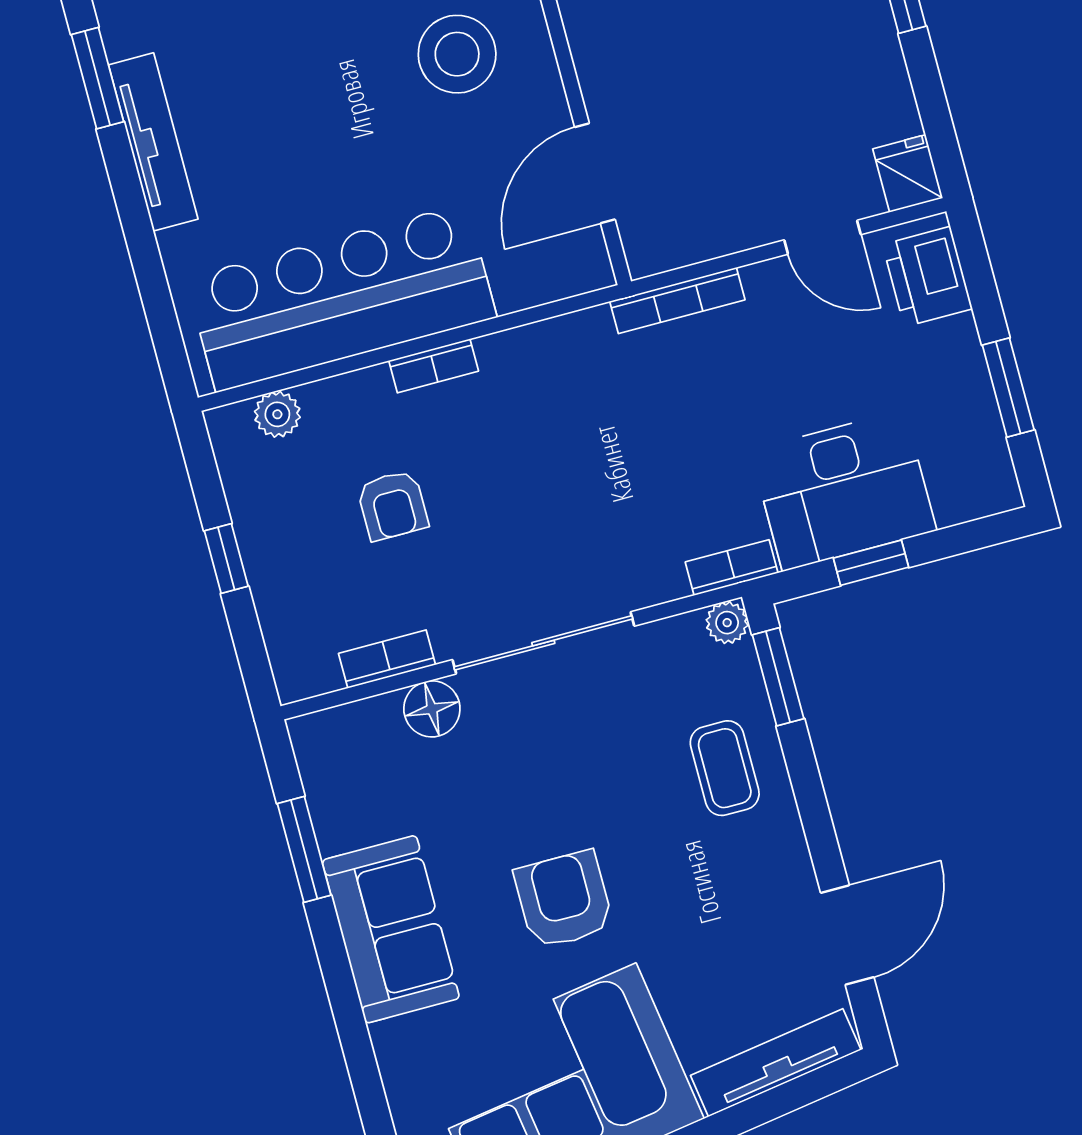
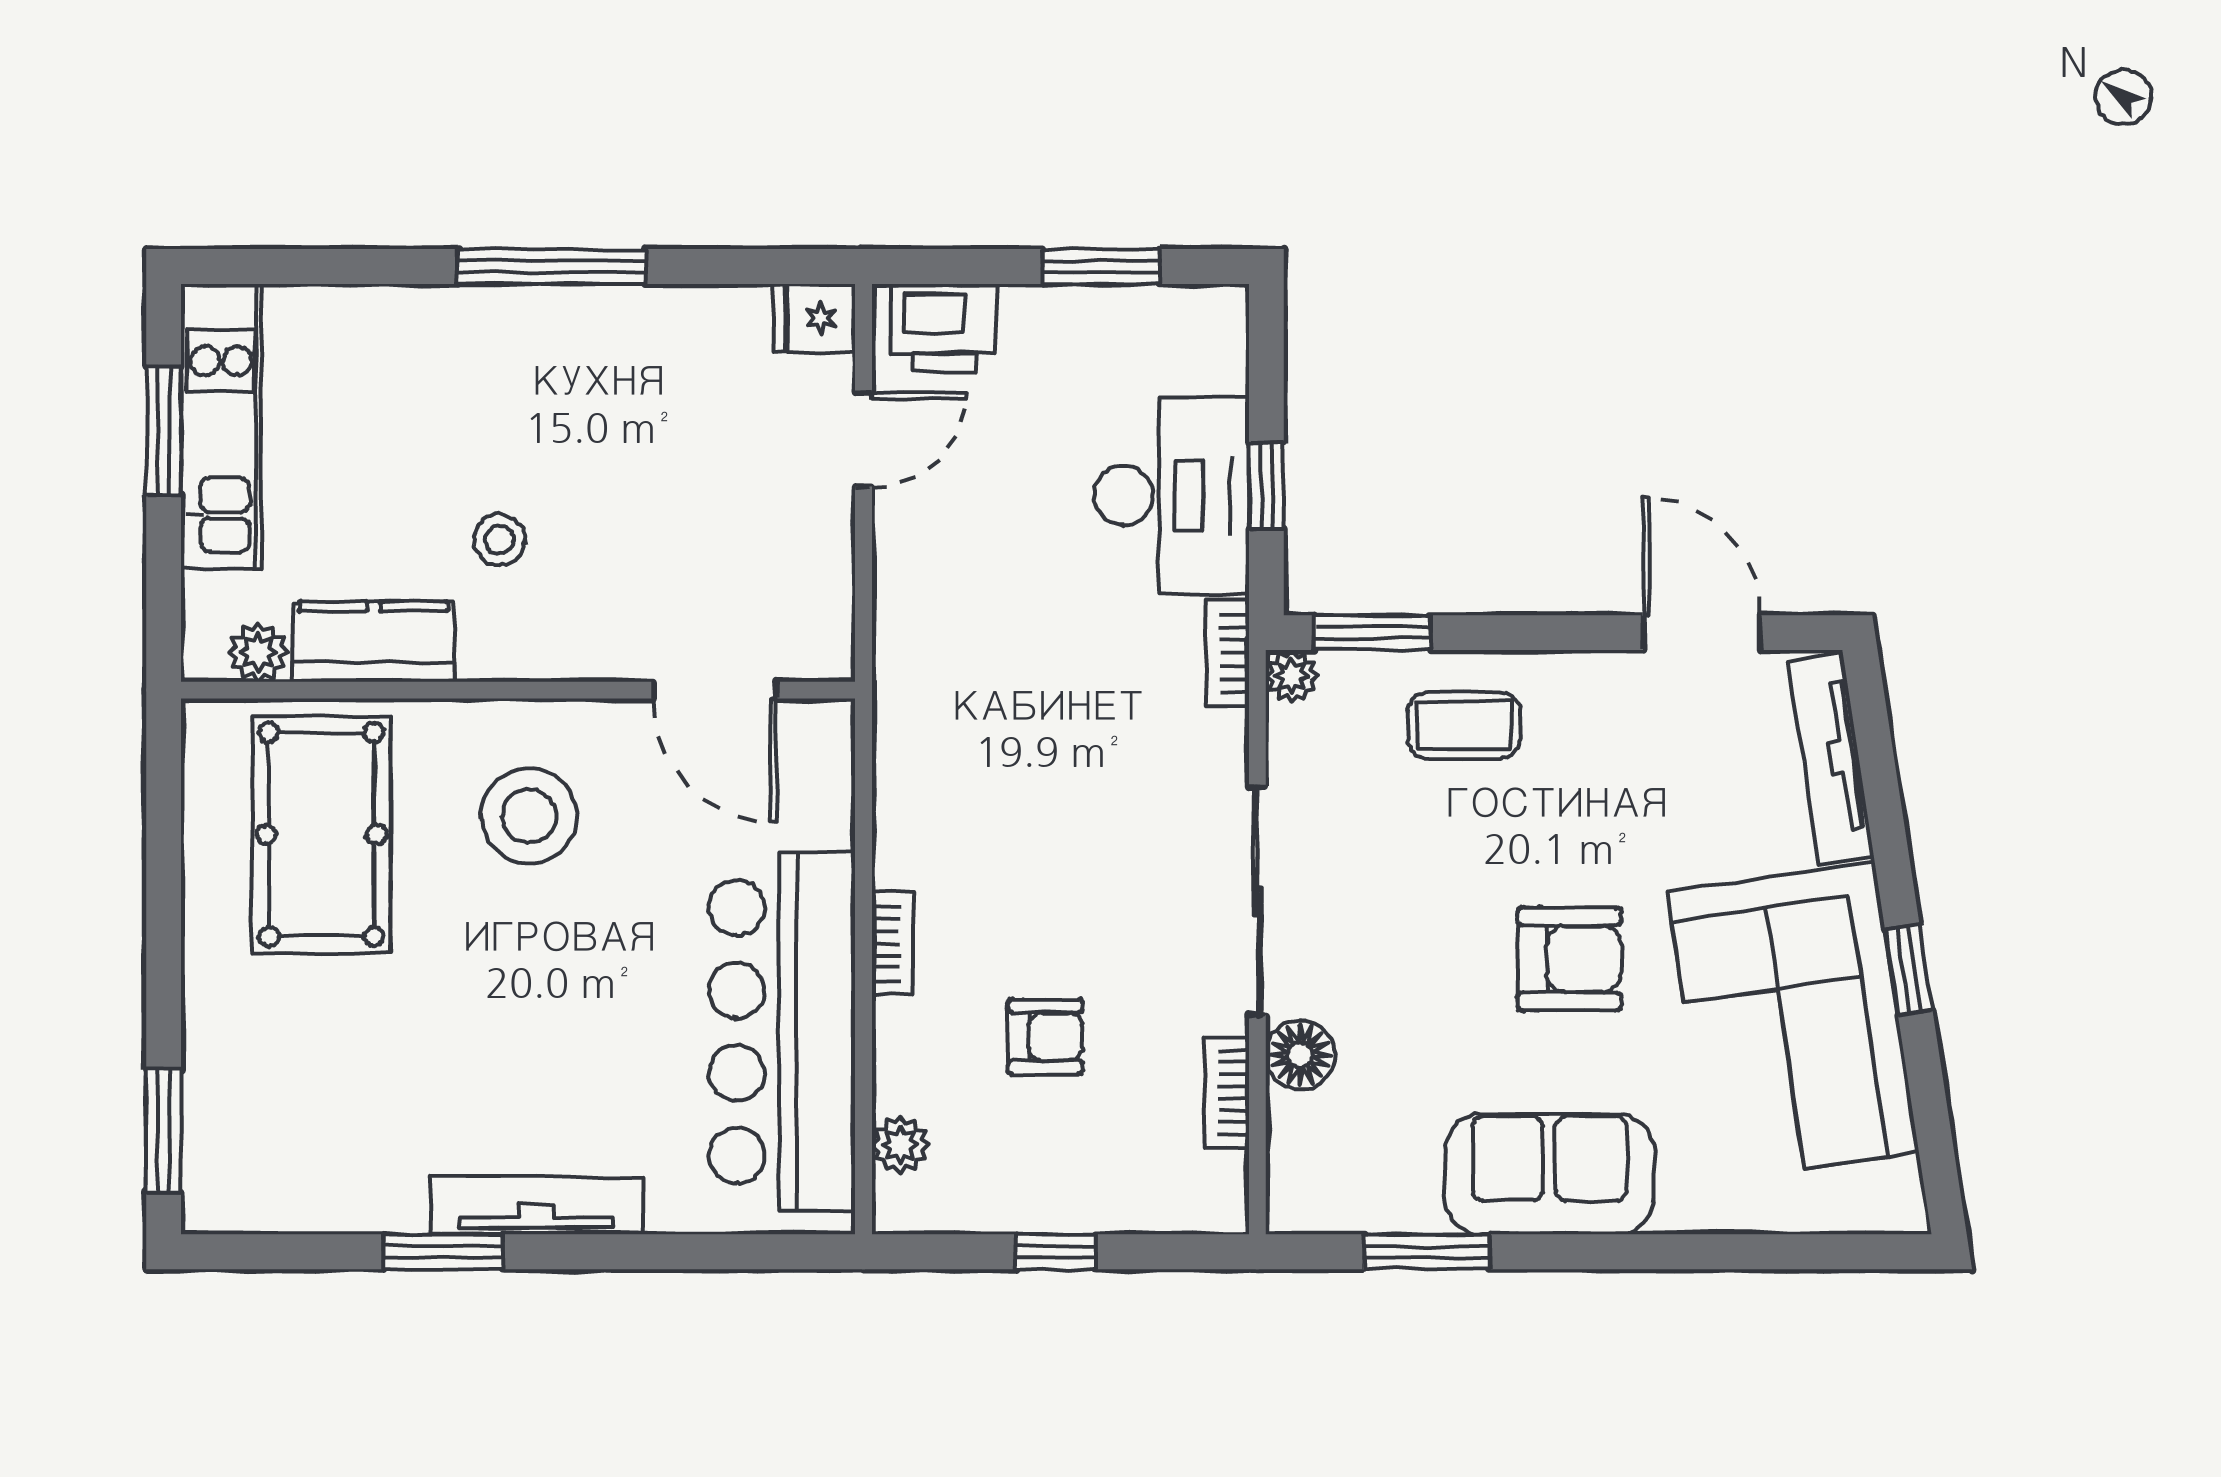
bookcase: (677, 301) -> (892, 633), removed
armchair: (564, 900) -> (1569, 959), turned 180

